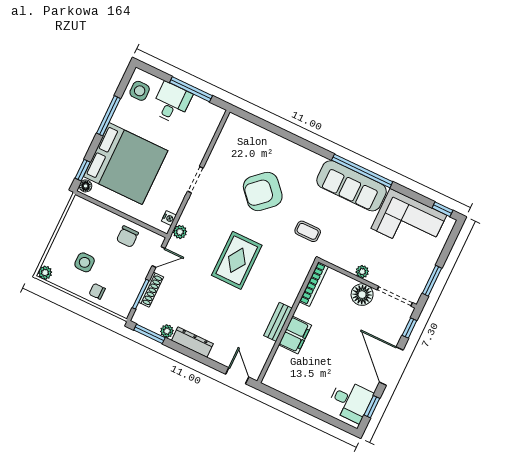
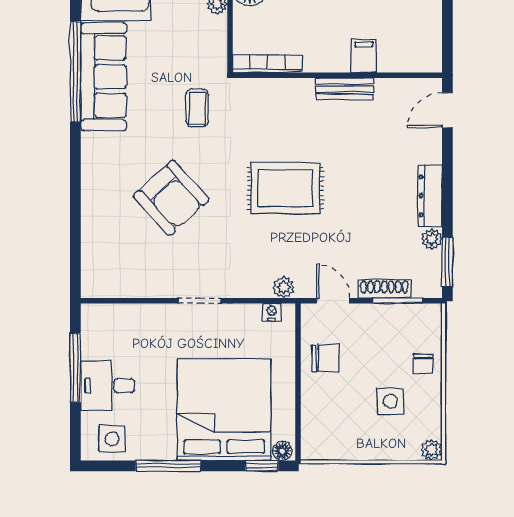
filing cabinet: (295, 335) -> (364, 56), width x0.50

